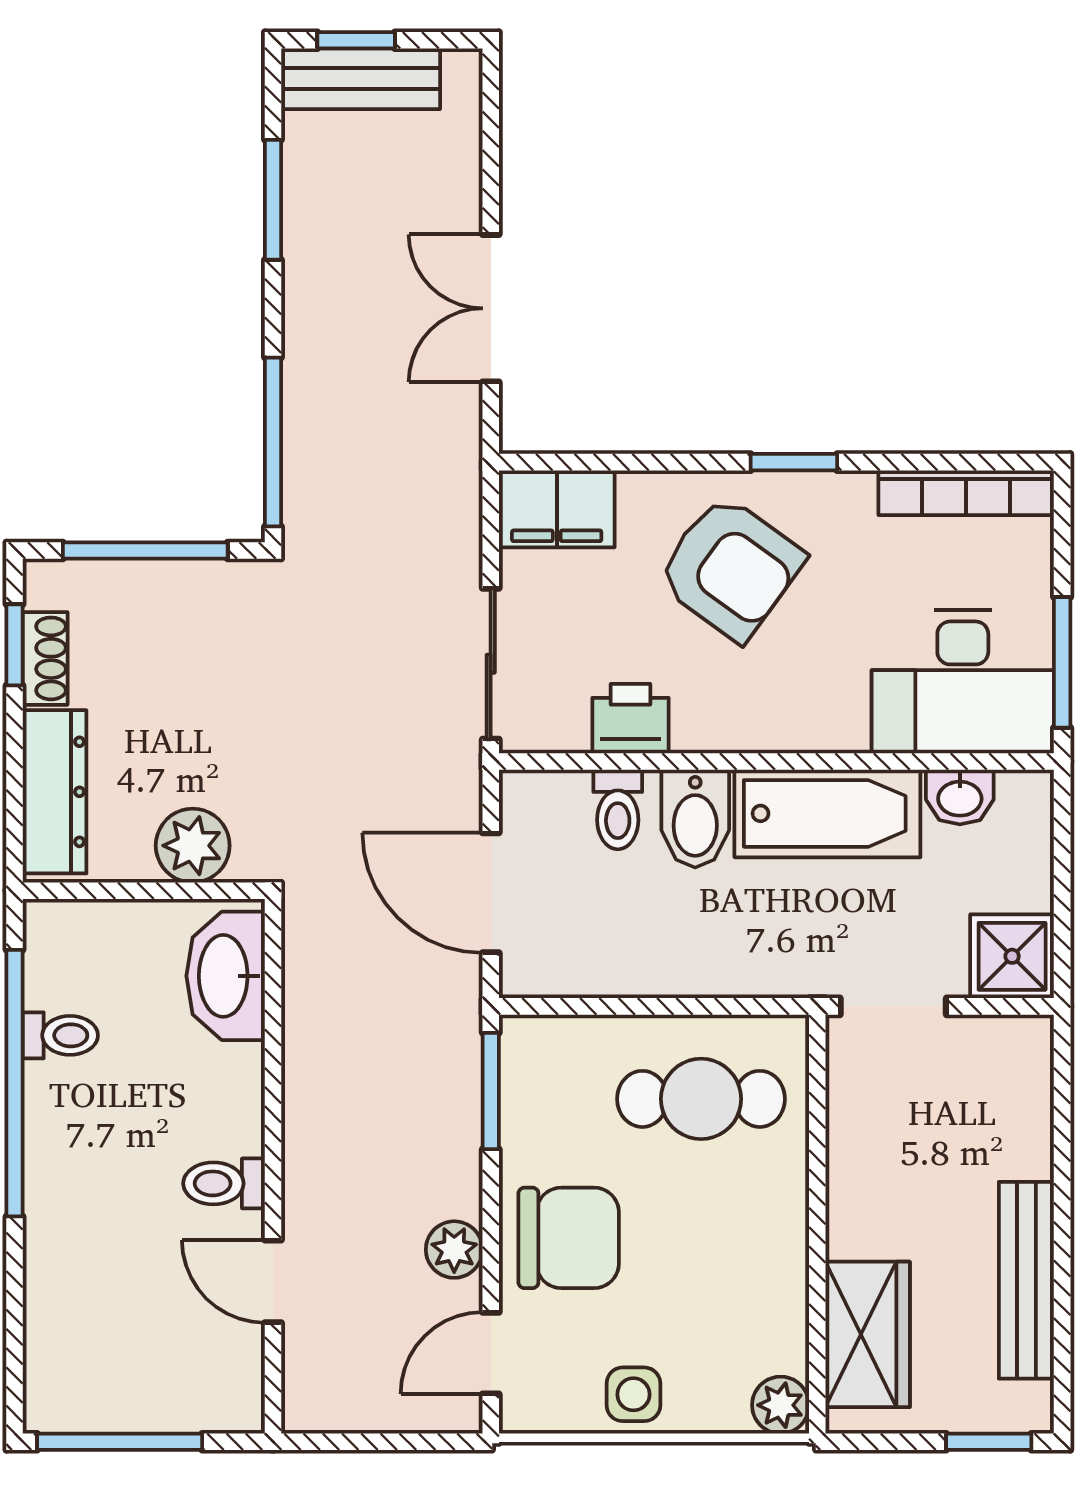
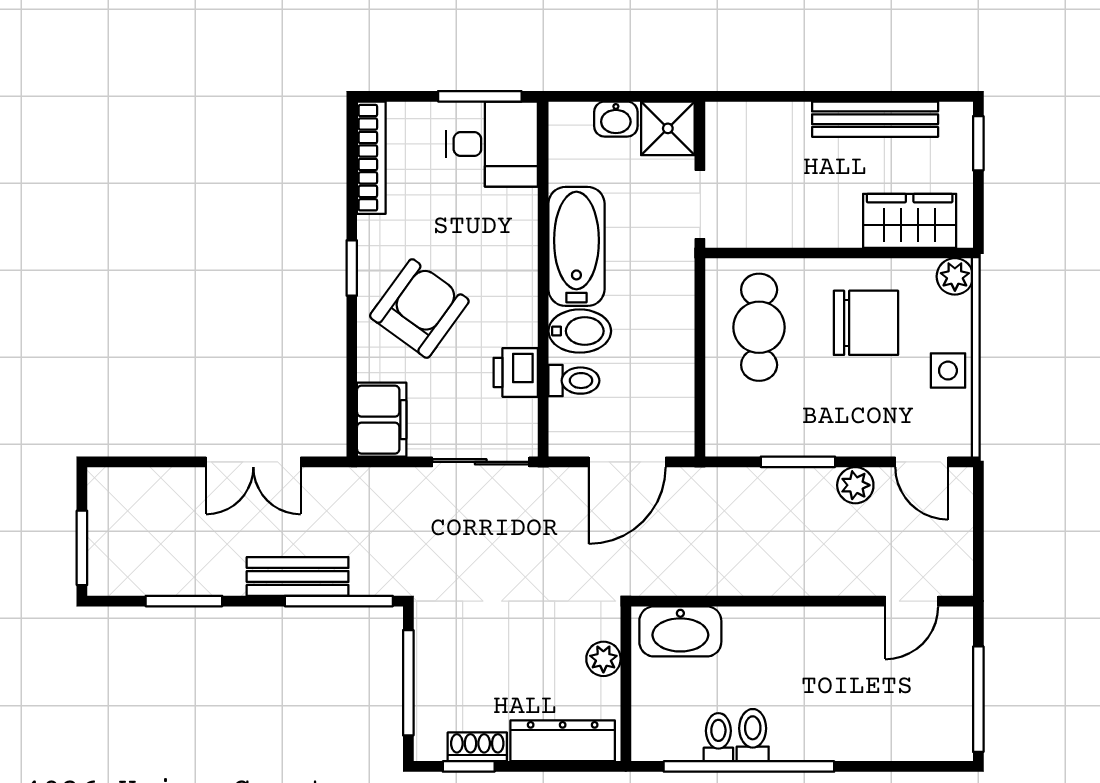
window: (356, 40) -> (82, 548), width x1.50
bench: (361, 79) -> (298, 576), moved, turned 90
desk: (963, 682) -> (492, 144), width x0.73
washbasin: (960, 797) -> (616, 119), moved, turned 90
plant: (193, 846) -> (603, 659), width x0.73, depth x0.73
window: (491, 1091) -> (798, 462), moved
toilet: (224, 1183) -> (753, 735), moved, turned 180
chair: (569, 1238) -> (866, 323), moved, turned 90
door: (273, 1281) -> (912, 601), moved

